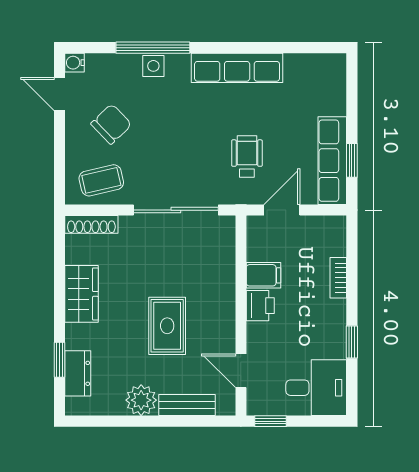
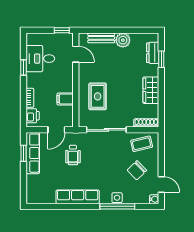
printer: (260, 306) -> (33, 116), moved, turned 180
rug: (167, 326) -> (98, 96), moved
desk: (316, 388) -> (40, 59), moved

